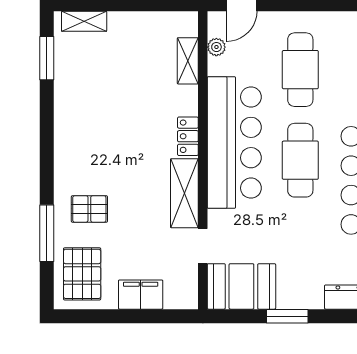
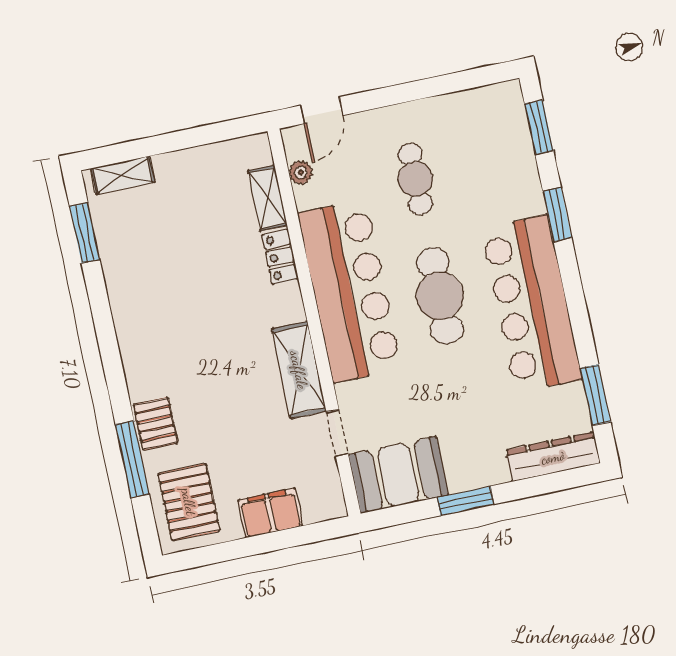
cafe table: (300, 70) -> (415, 179), width x0.73, depth x0.74
locker: (188, 136) -> (280, 257), moved
pallet: (89, 209) -> (155, 424), moved, turned 90

